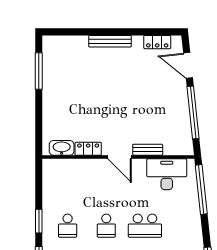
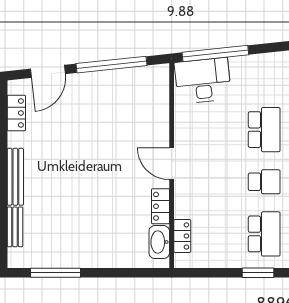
bench: (148, 150) -> (15, 227), moved
door: (120, 157) -> (172, 164), swing flipped
locker: (66, 165) -> (182, 236), added
desk: (167, 174) -> (203, 81), moved, turned 84
school desk: (68, 226) -> (264, 234), width x1.85

